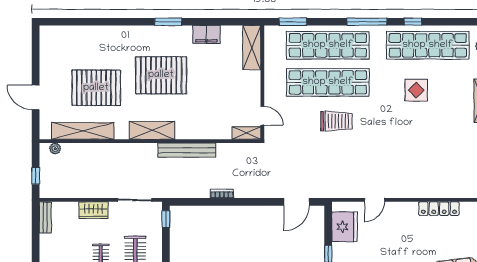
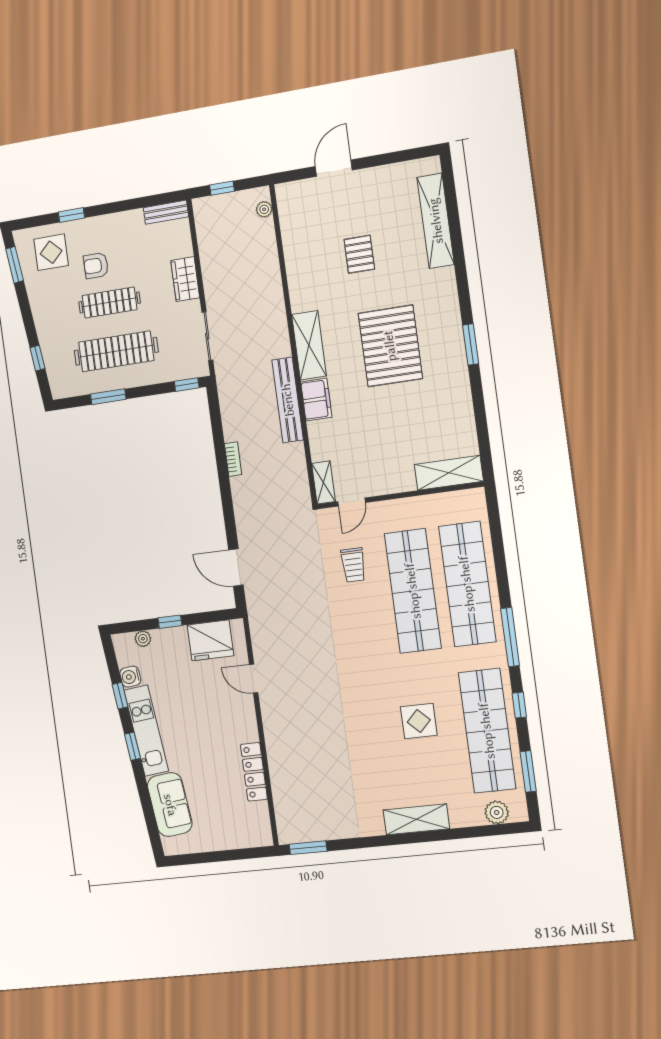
window: (293, 22) -> (528, 771), moved
filing cabinet: (206, 34) -> (316, 399), moved, turned 180
pallet: (96, 88) -> (359, 254), width x0.49, depth x0.50
trolley: (336, 121) -> (353, 565), moved, width x0.73, depth x0.72
shelving: (83, 131) -> (436, 221), moved

